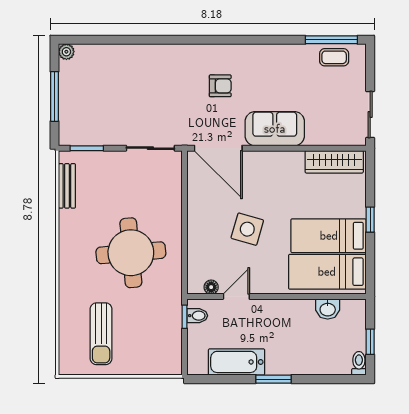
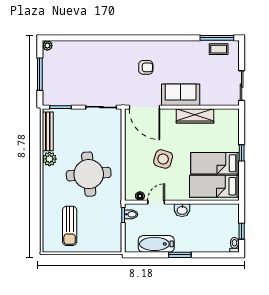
wardrobe: (334, 162) -> (195, 116), moved
bench: (67, 186) -> (48, 131), width x1.36
plant: (70, 229) -> (49, 159), added
washbasin: (328, 309) -> (182, 210), moved

